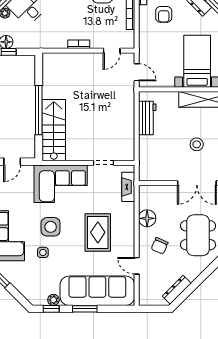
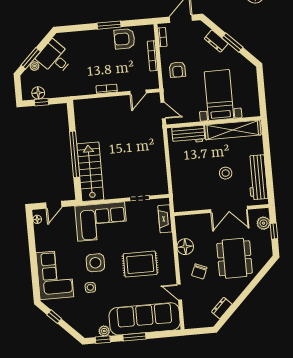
armchair: (164, 14) -> (177, 70), moved
workbench: (147, 118) -> (188, 135), moved, turned 90
rug: (98, 232) -> (140, 264), turned 90
dresser: (177, 290) -> (222, 308), width x0.70

